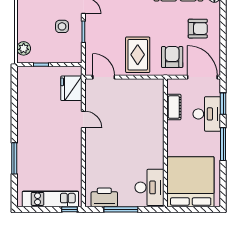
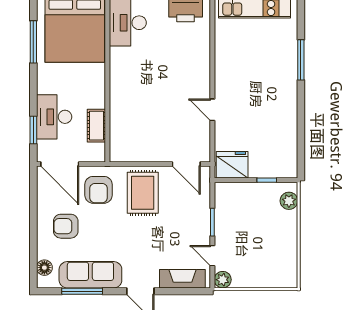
side table: (62, 26) -> (240, 229), removed
fridge: (71, 88) -> (232, 165), moved, turned -90
window: (223, 144) -> (33, 42), moved

